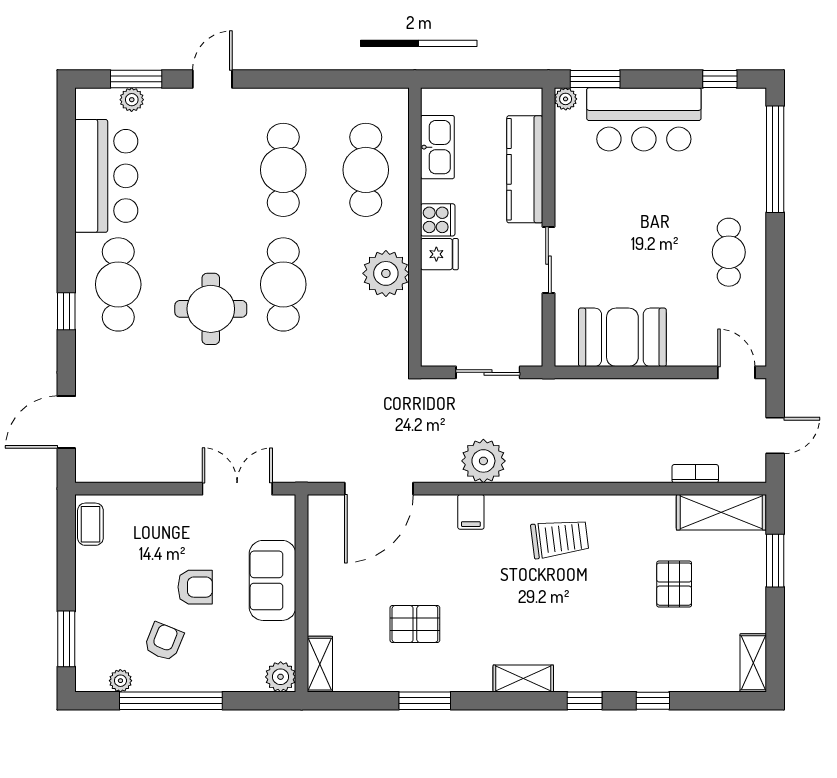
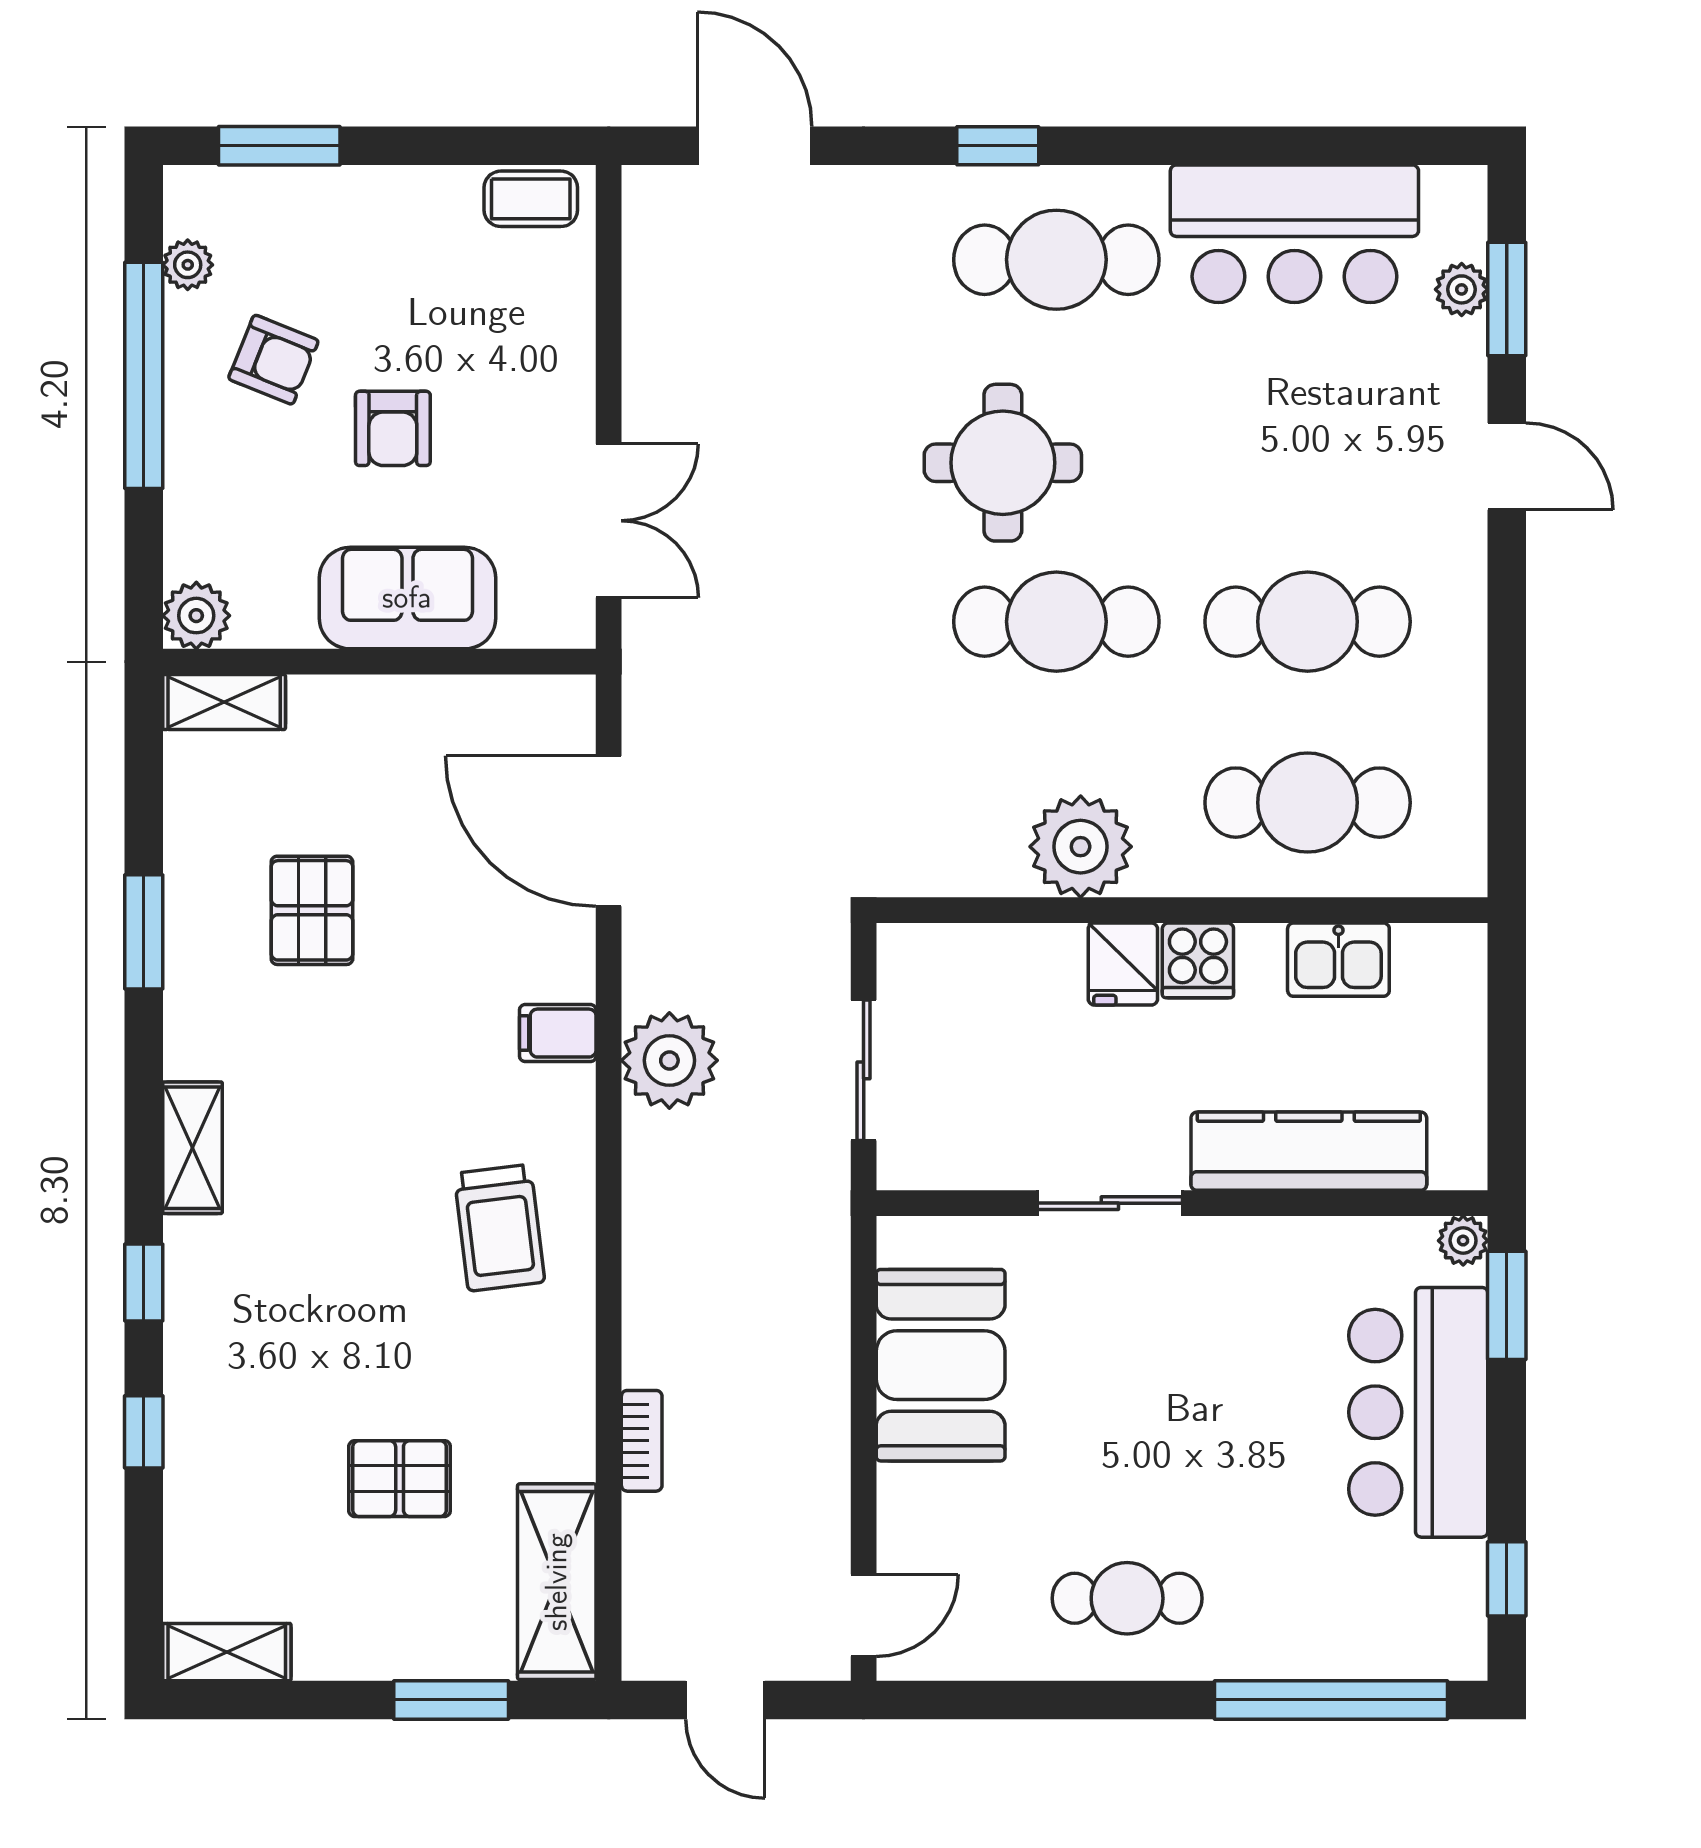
kitchen sink: (437, 147) -> (1338, 960), width x0.73
bookcase: (695, 474) -> (642, 1441), moved

